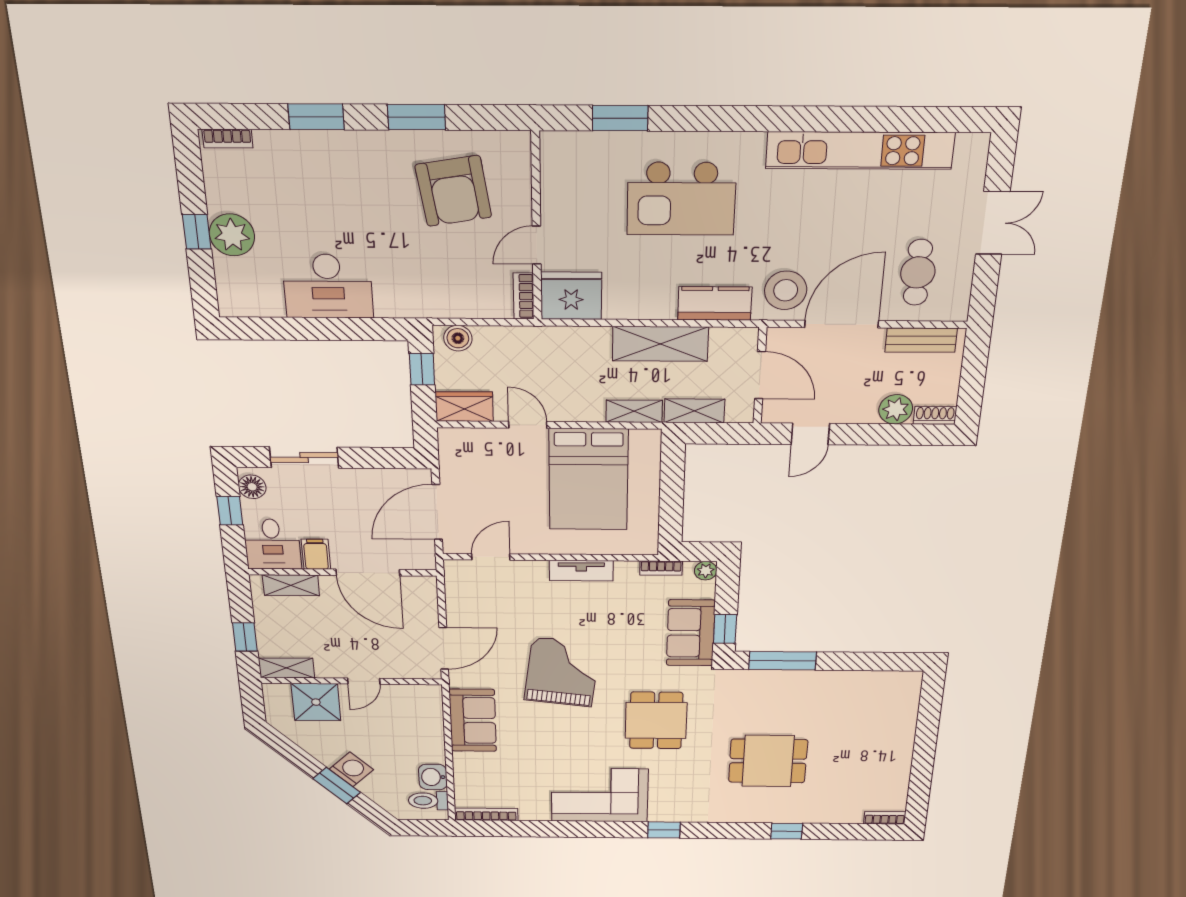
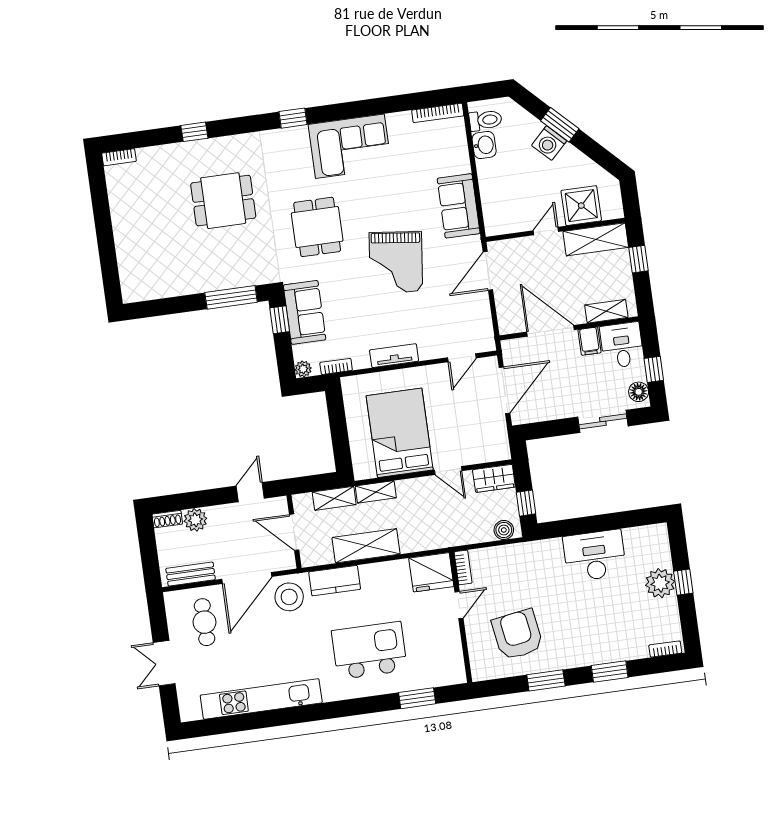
shelving: (286, 668) -> (596, 239), width x1.50, depth x1.33

